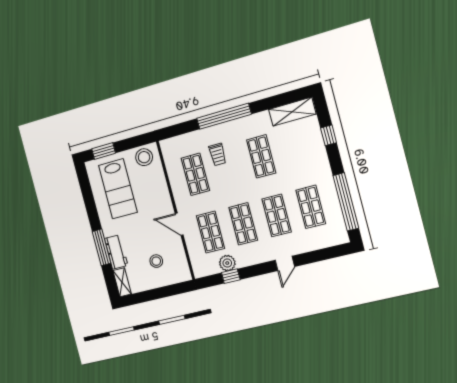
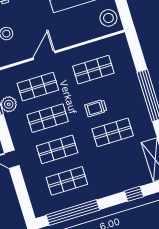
trolley: (218, 154) -> (96, 108), moved

